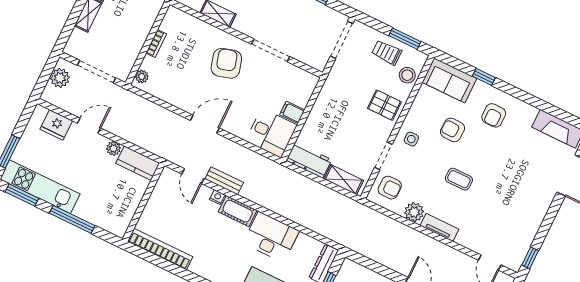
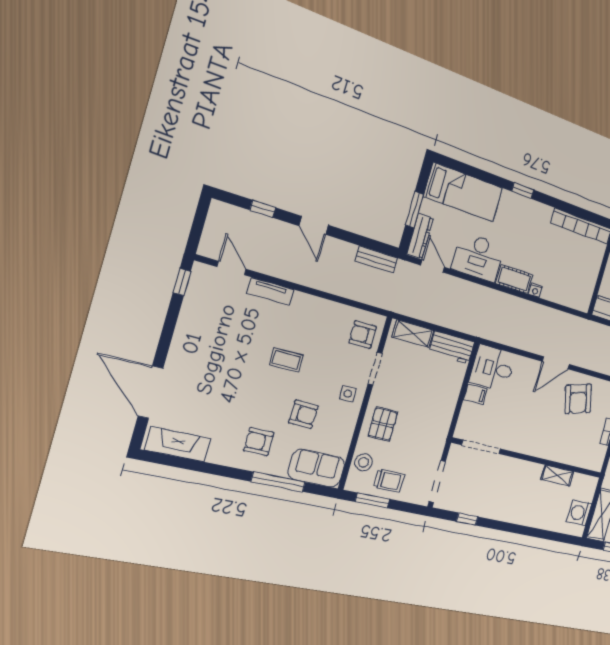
doorway: (271, 50) -> (481, 447), moved
armchair: (226, 63) -> (578, 399), moved
window: (484, 77) -> (278, 482), width x2.17
pallet: (384, 105) -> (383, 424), turned 90
armchair: (494, 115) -> (259, 442), turned -90
door: (193, 176) -> (432, 266), moved
bench: (224, 181) -> (376, 259), moved
plant: (414, 212) -> (331, 312), removed
tv unit: (439, 227) -> (270, 291), moved

